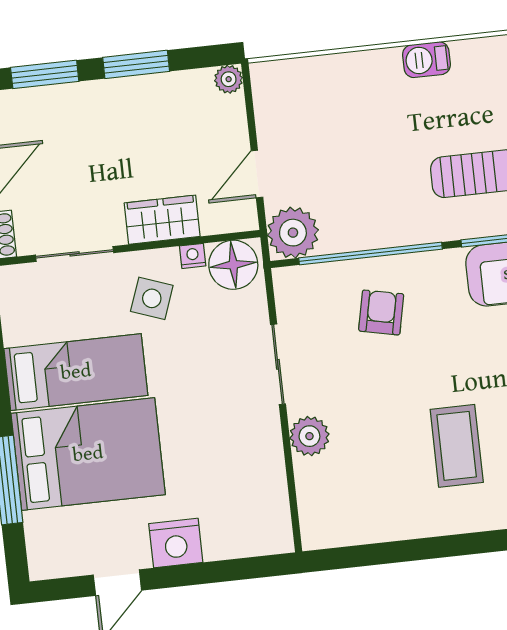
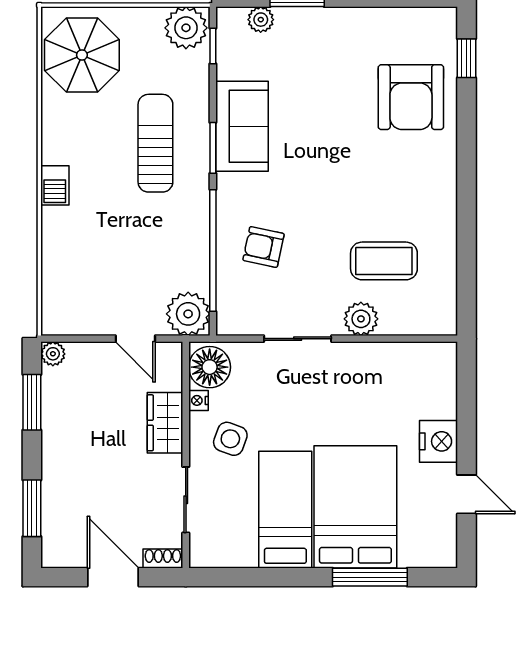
window: (136, 64) -> (32, 402), moved
coffee table: (457, 446) -> (384, 261), moved

